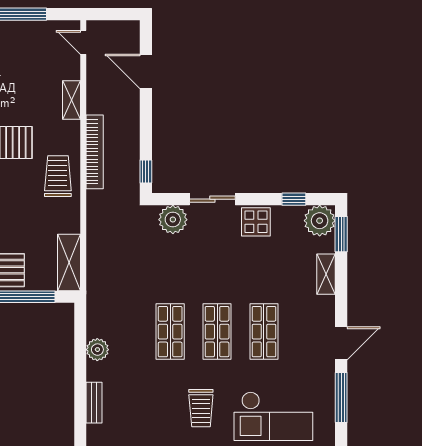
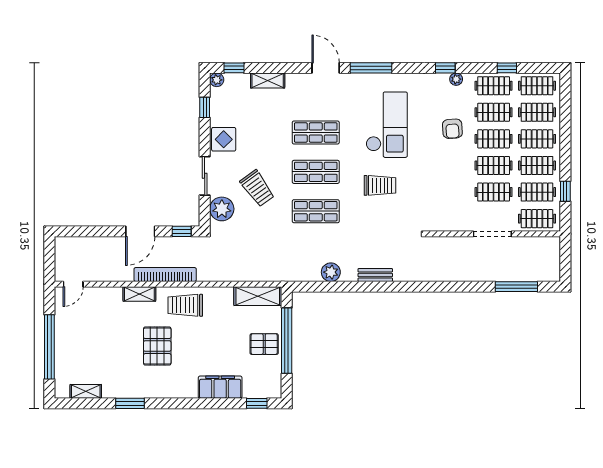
door: (146, 71) -> (140, 231), moved
shelving: (71, 100) -> (139, 294), moved
plant: (320, 221) -> (217, 80), width x0.53, depth x0.53
window: (341, 234) -> (234, 68), width x0.67
trolley: (197, 262) -> (257, 188), added

